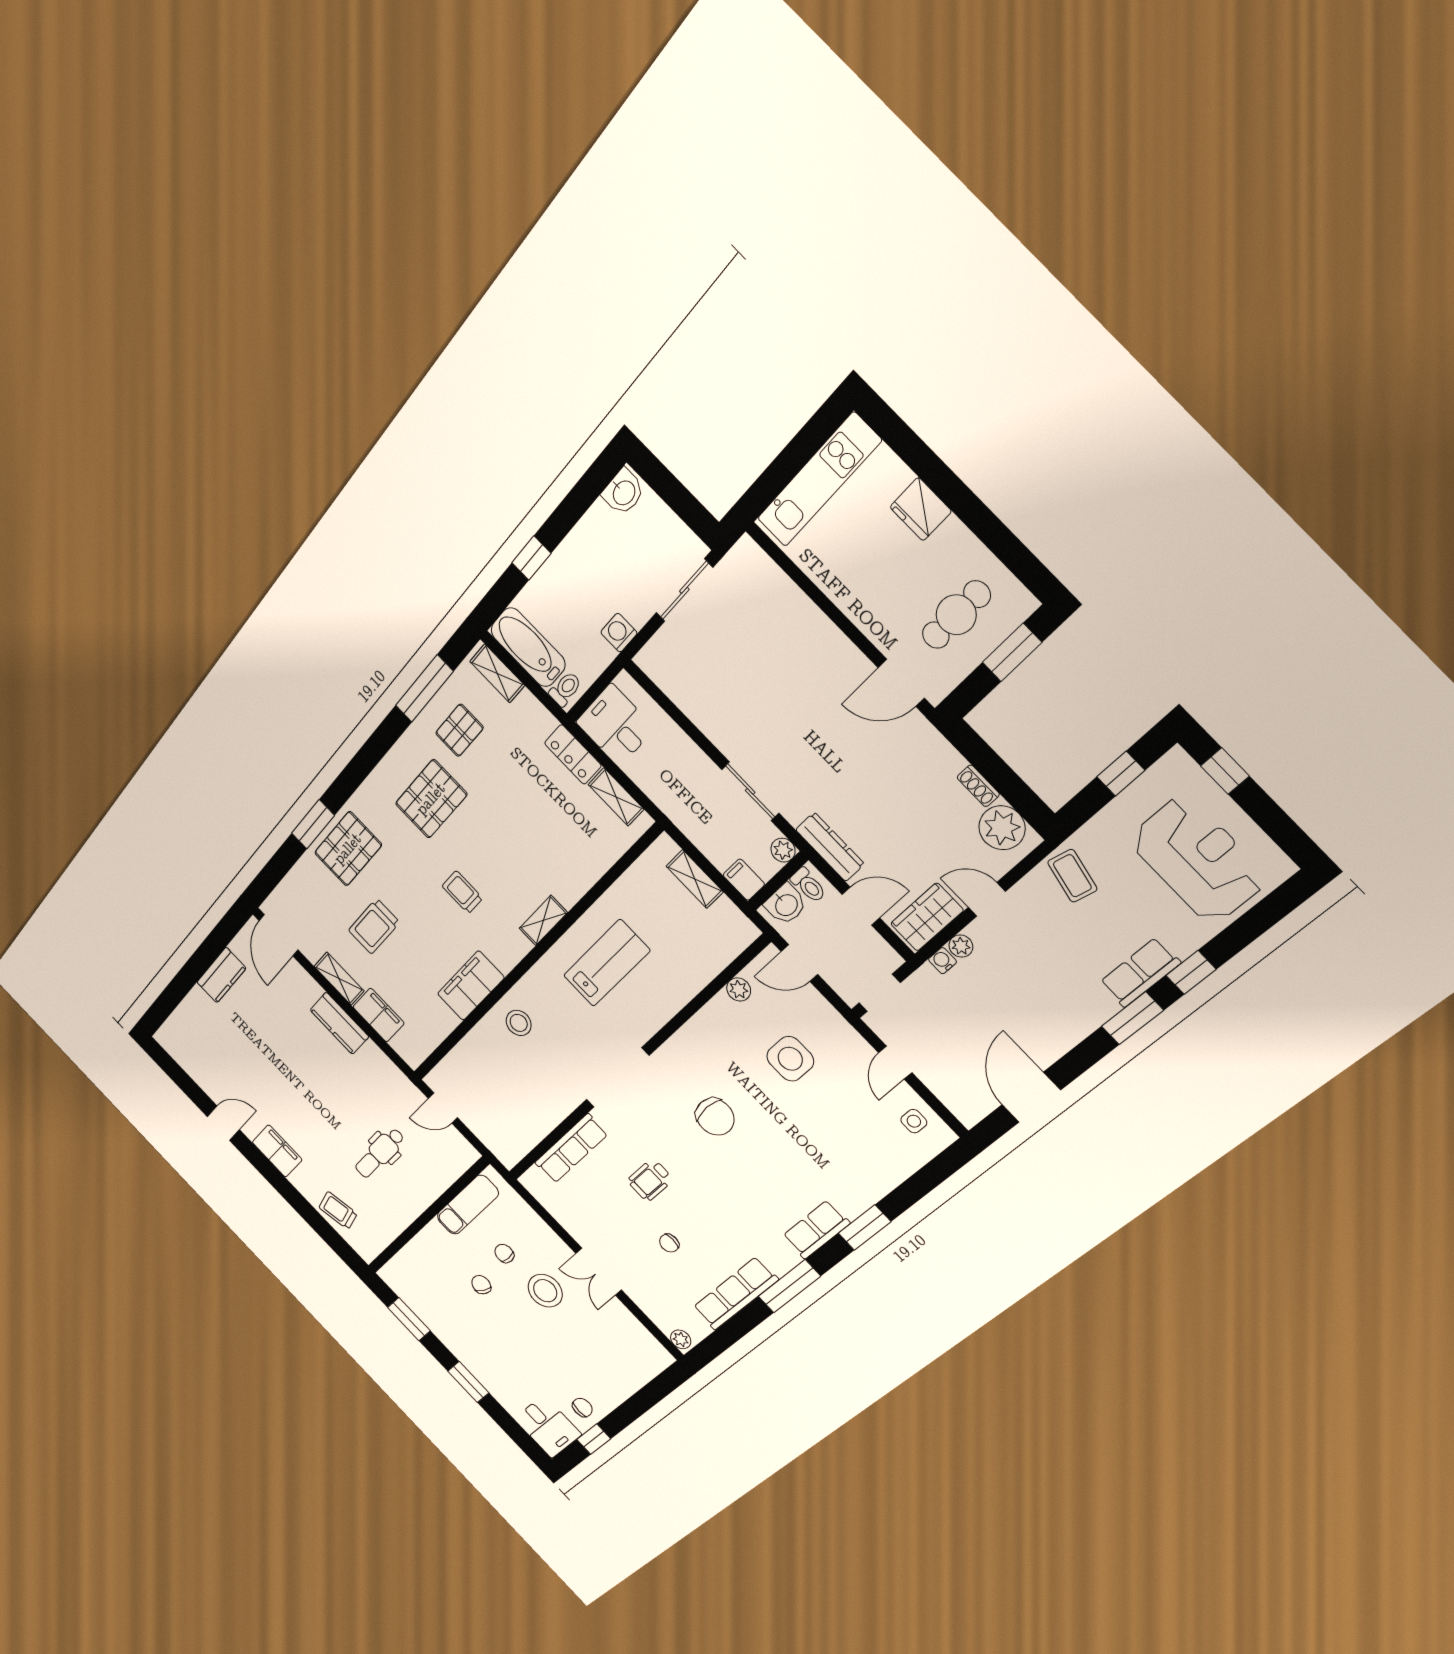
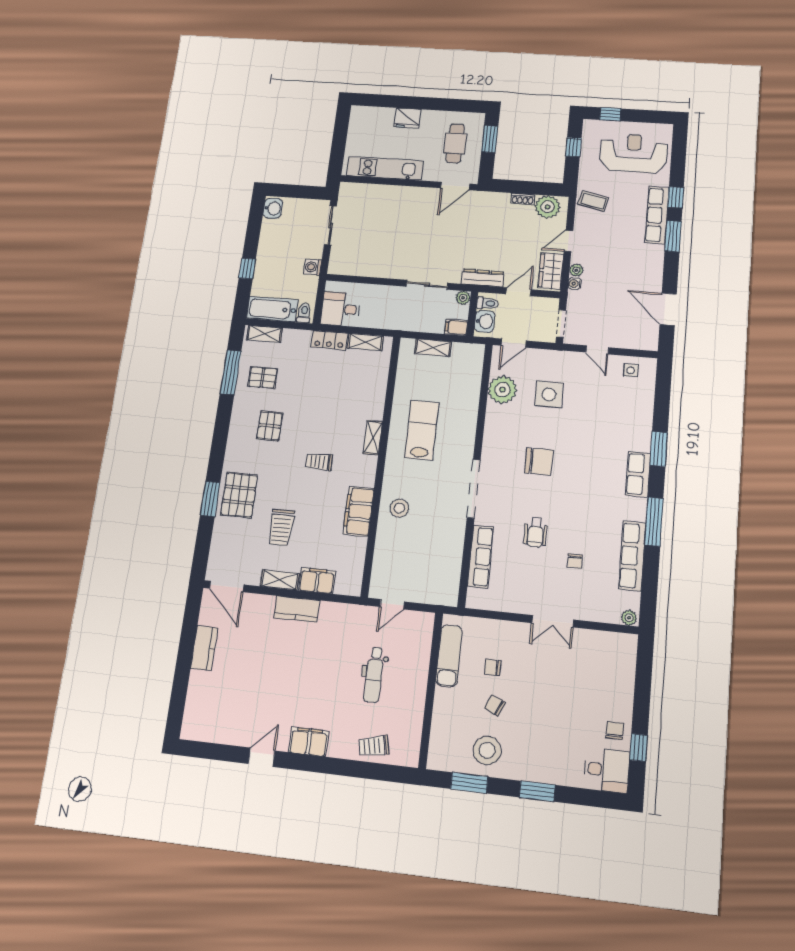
kitchen unit: (819, 480) -> (385, 168), moved, turned -90
pallet: (459, 730) -> (263, 378), turned 90
pallet: (431, 799) -> (270, 426), width x0.67, depth x0.71
row of seats: (1140, 972) -> (657, 215), width x1.48
plant: (739, 989) -> (502, 390), width x1.87, depth x1.87
stool: (545, 1291) -> (487, 750), moved

